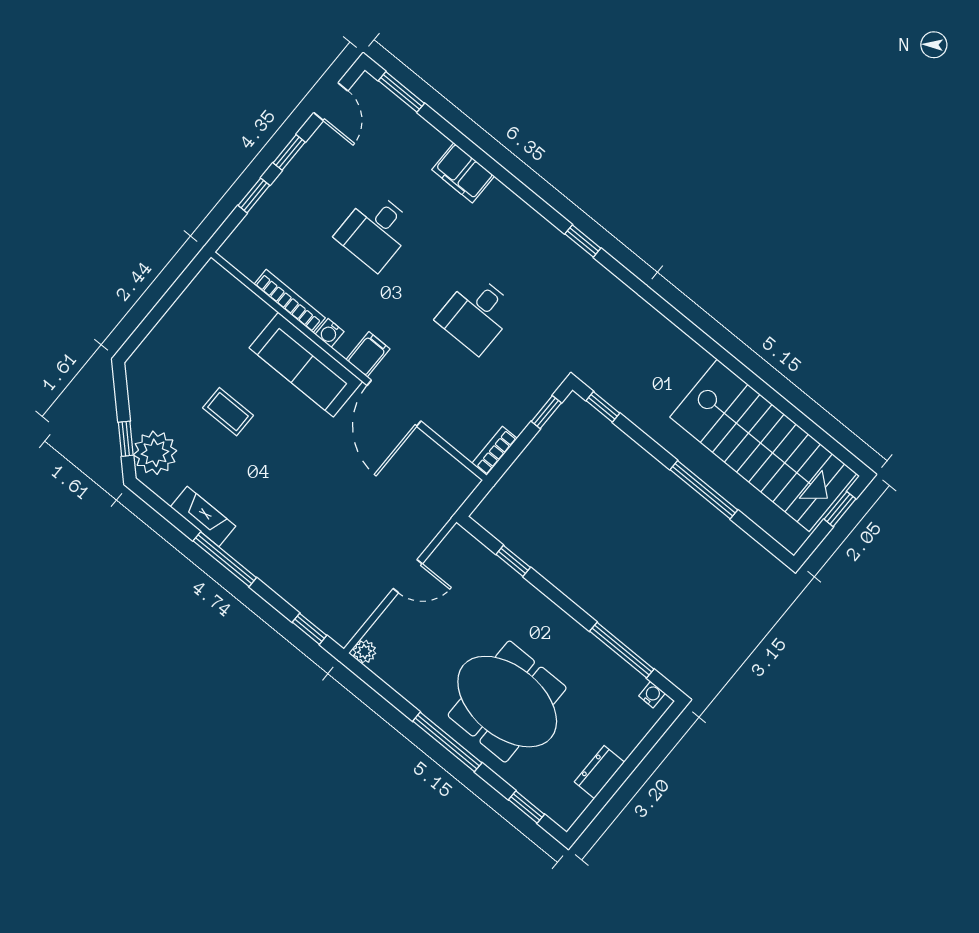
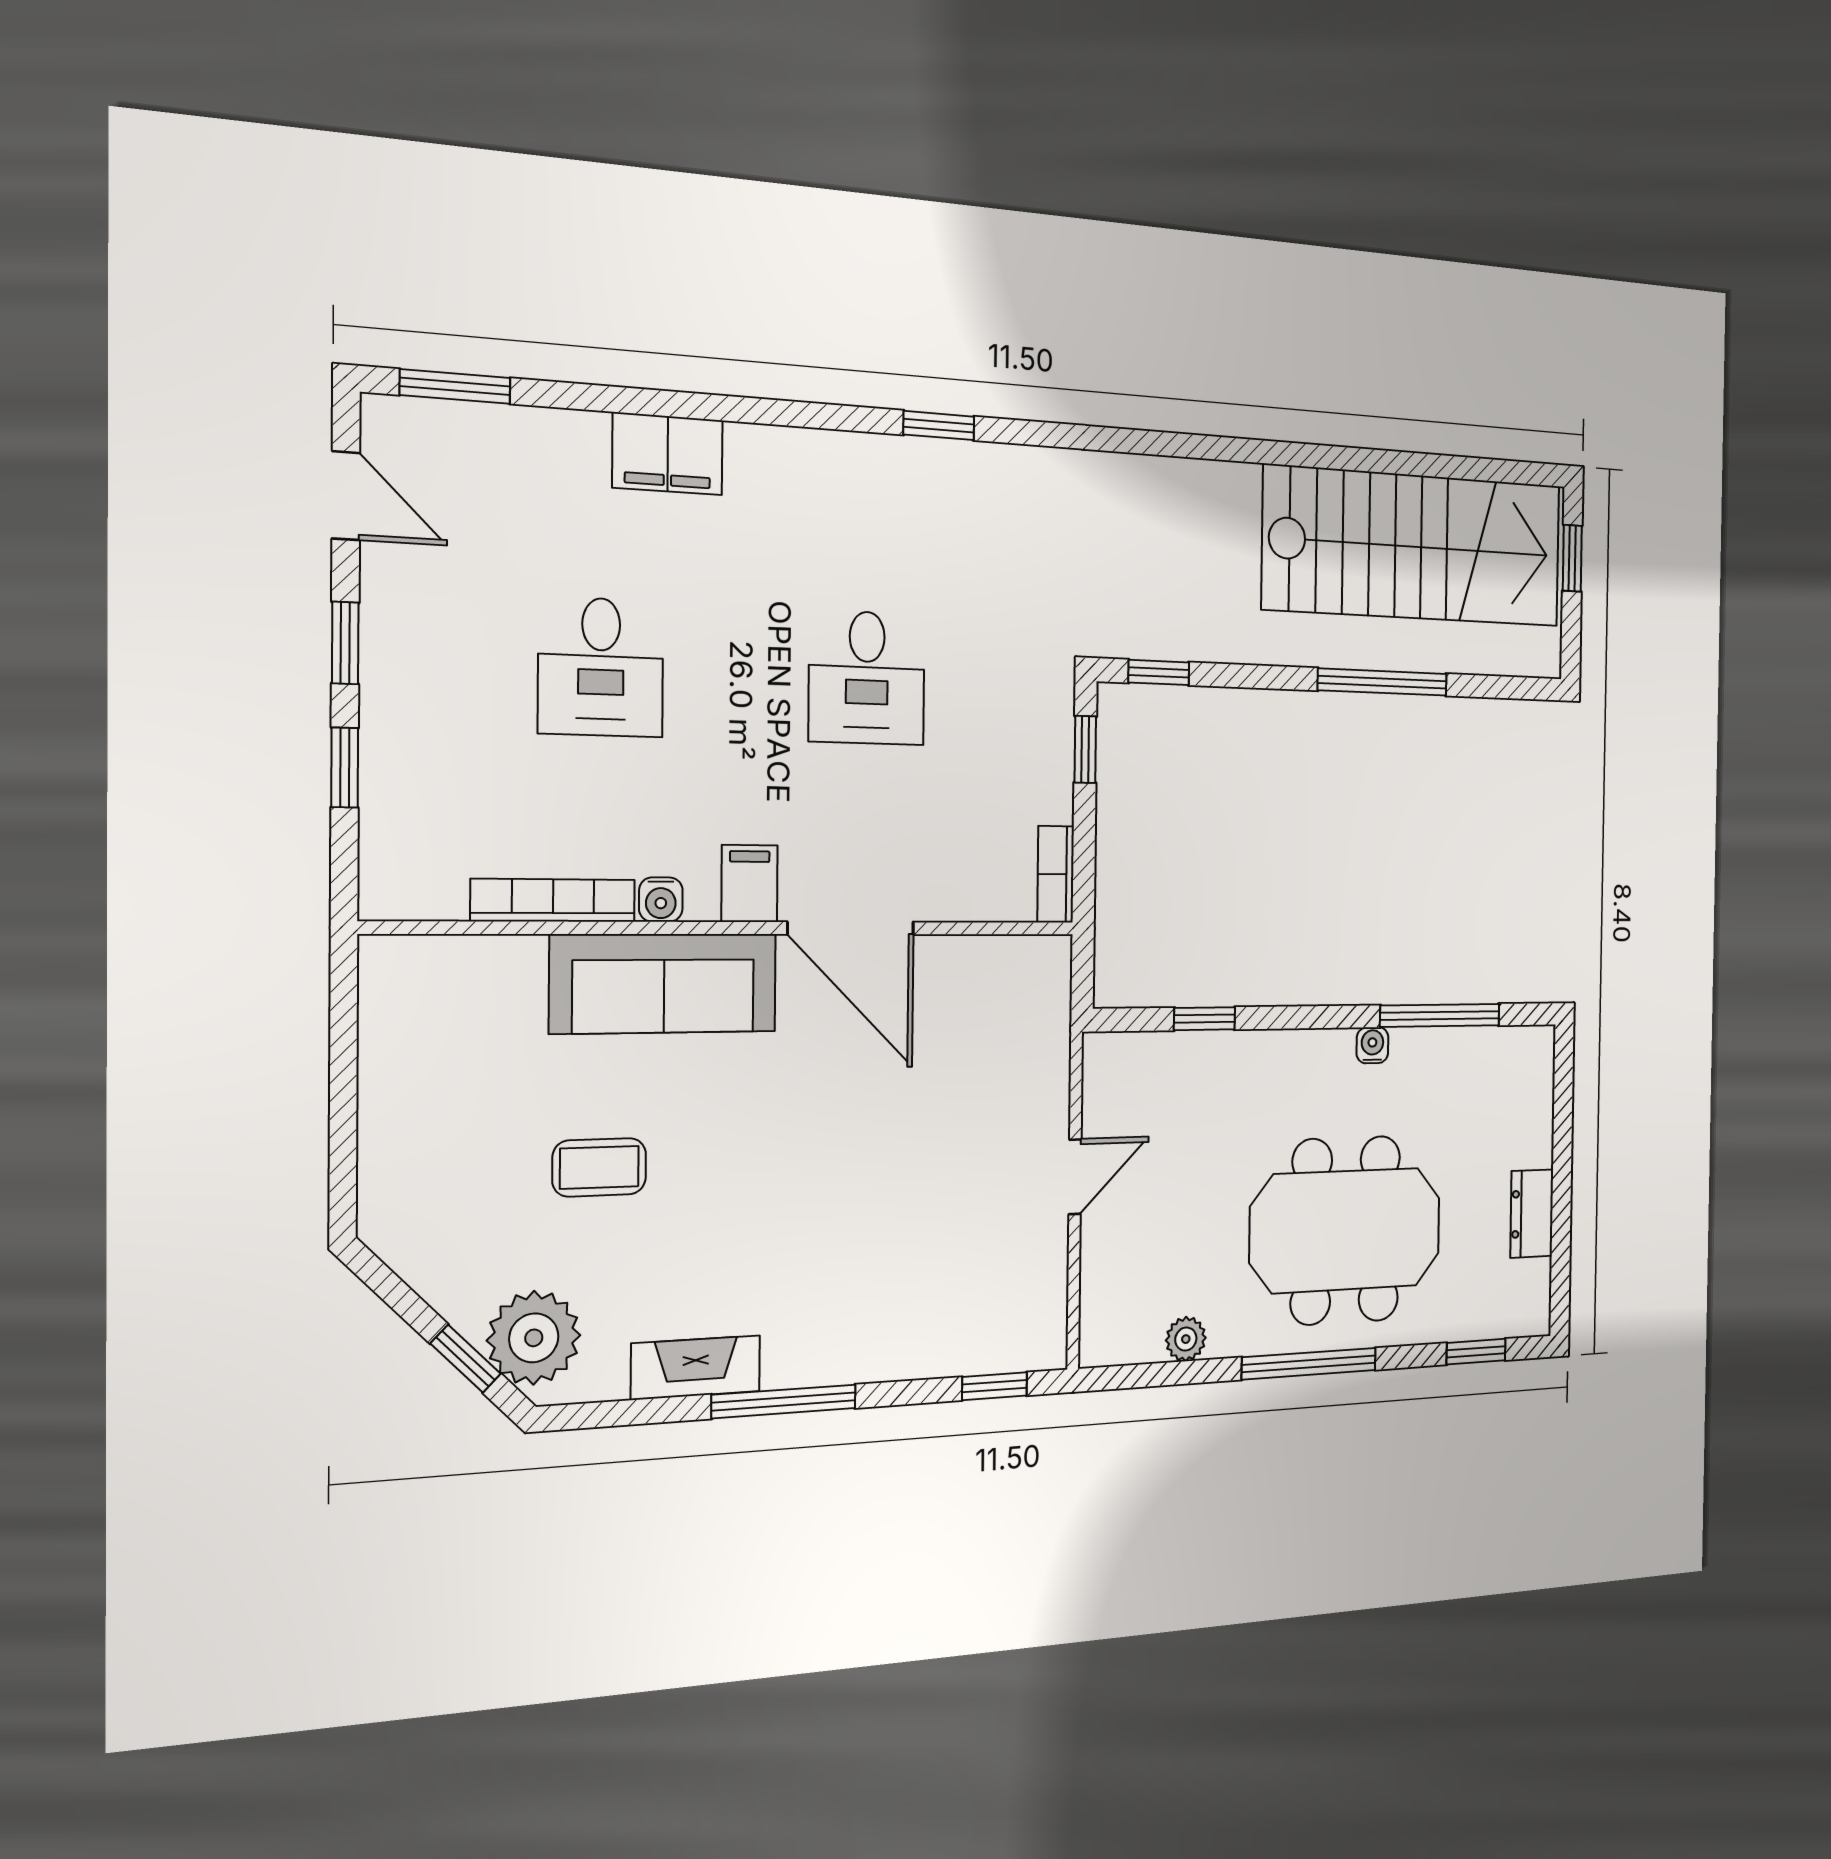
plant: (364, 652) -> (1186, 1339), moved
water cooler: (652, 695) -> (1372, 1045), moved

